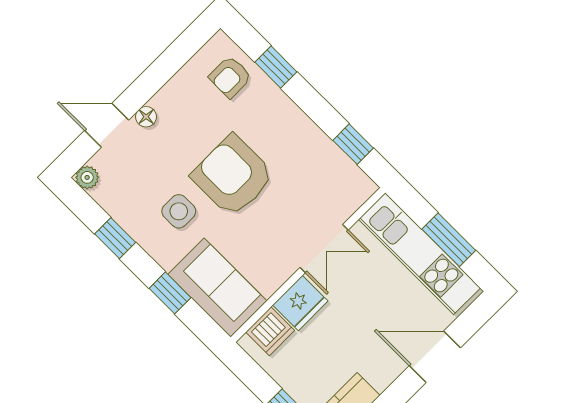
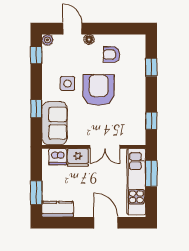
armchair: (230, 77) -> (112, 54), moved
window: (115, 238) -> (36, 55), moved
window: (449, 240) -> (151, 173), moved

